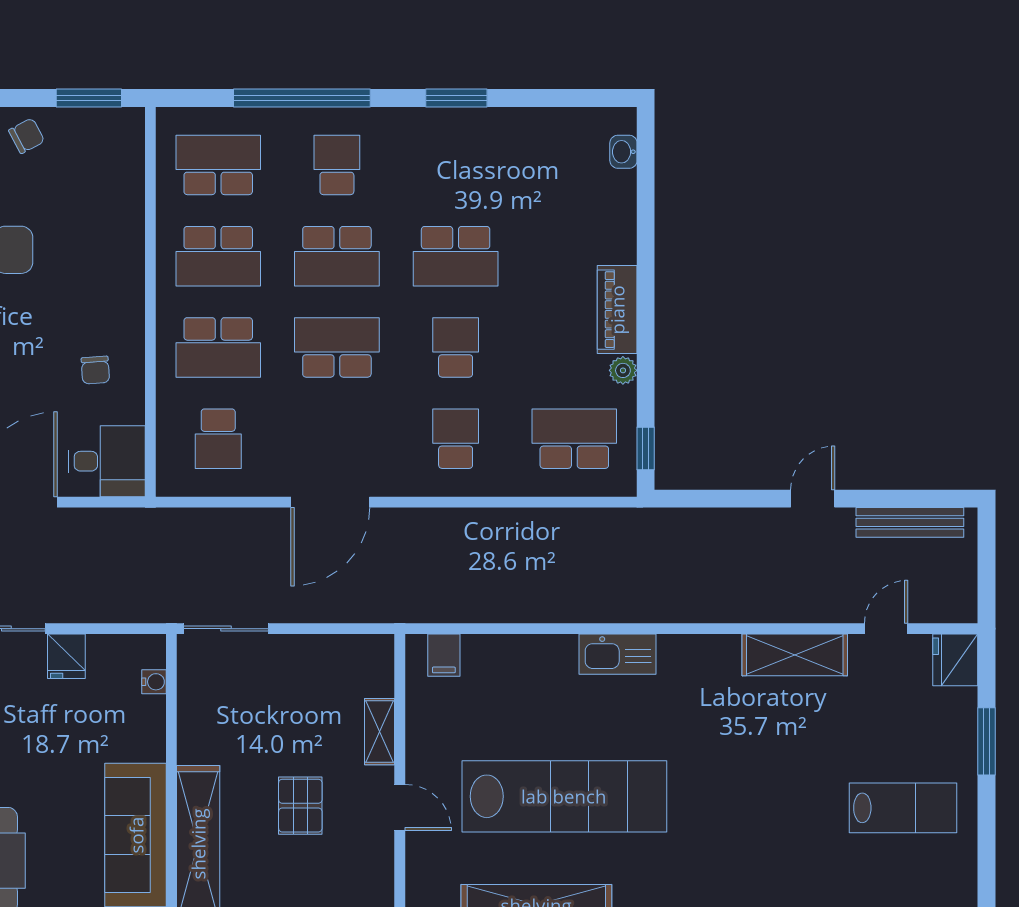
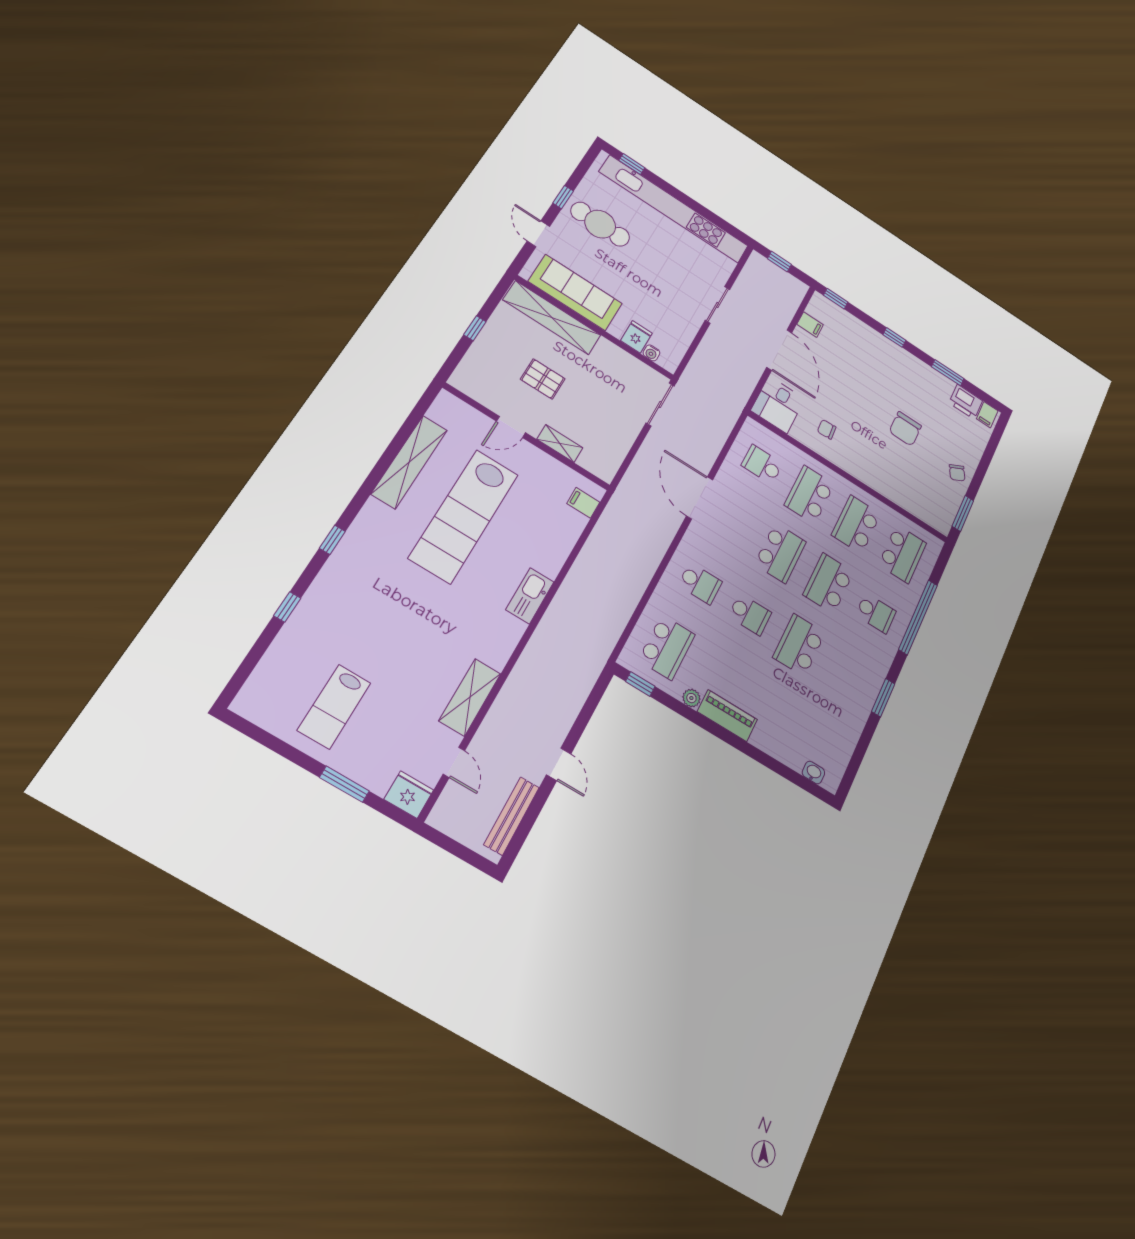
fridge: (66, 656) -> (636, 337), moved, turned 90

